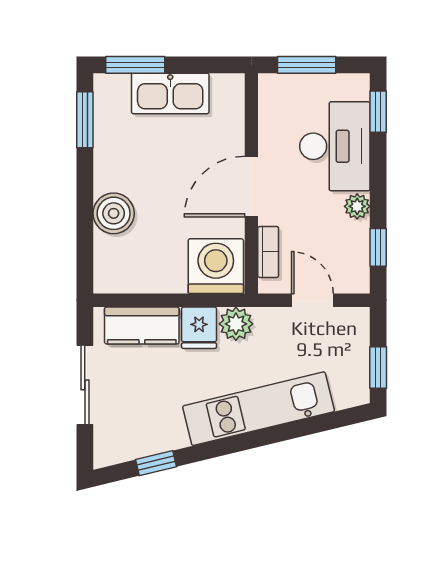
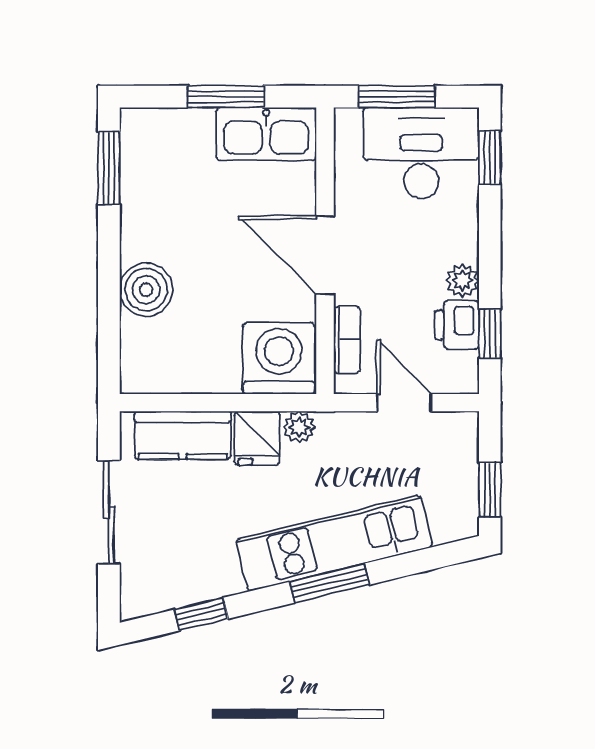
window: (135, 65) -> (226, 97), moved
kitchen sink: (170, 93) -> (266, 134), moved
desk: (335, 146) -> (421, 153), moved, turned -90
door: (251, 187) -> (325, 255), hinge flipped
printer: (353, 240) -> (457, 325), added
plant: (236, 324) -> (299, 427), width x0.73, depth x0.73
window: (255, 439) -> (329, 583), added

